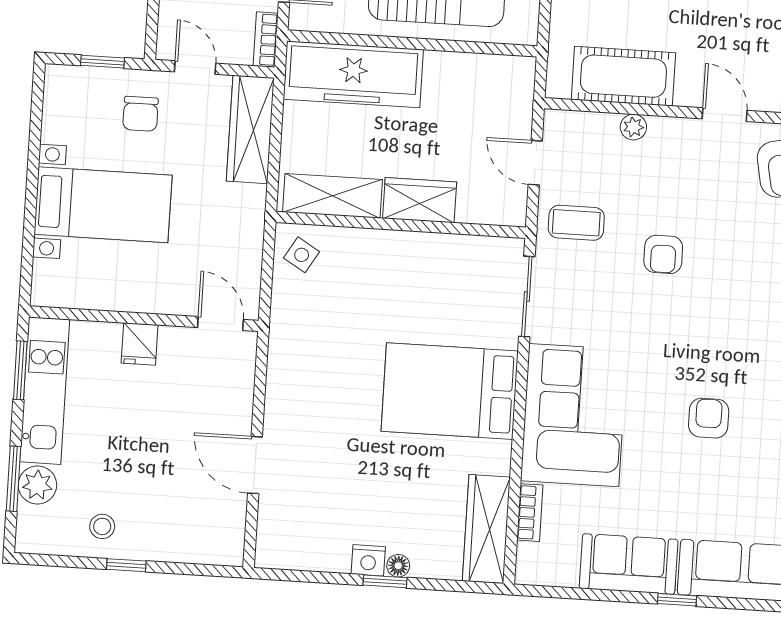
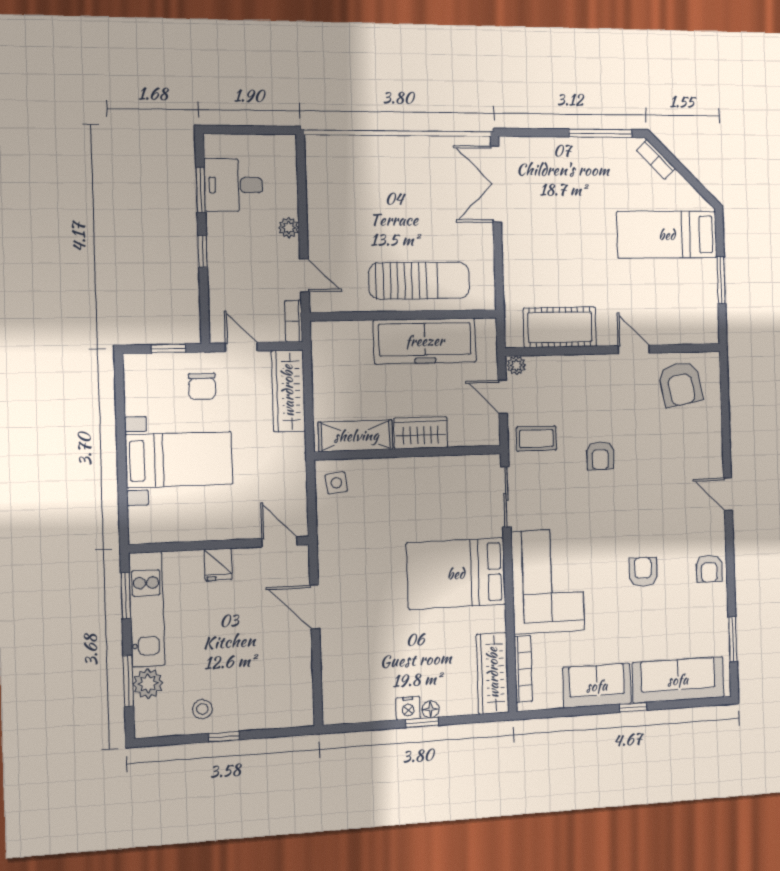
freezer: (353, 74) -> (425, 341), moved
plant: (633, 127) -> (516, 365), moved
side table: (302, 255) -> (336, 483), turned -38
door: (255, 465) -> (315, 607), moved
bookcase: (530, 513) -> (523, 669), width x1.56

